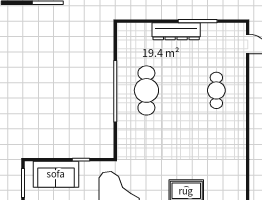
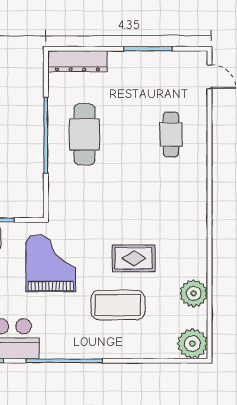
dresser: (176, 31) -> (77, 61), moved

